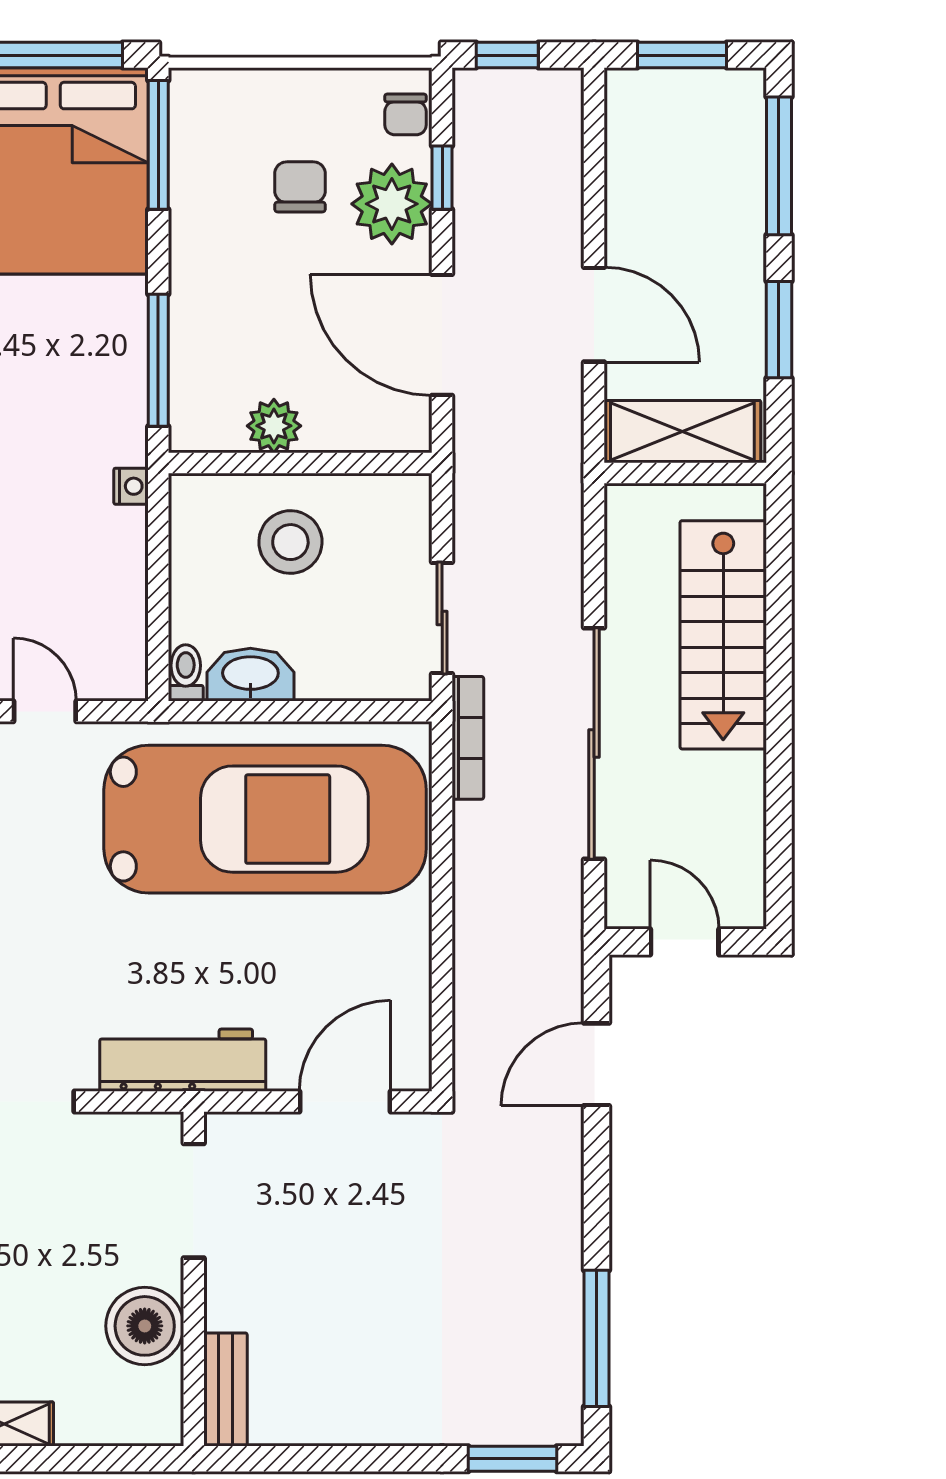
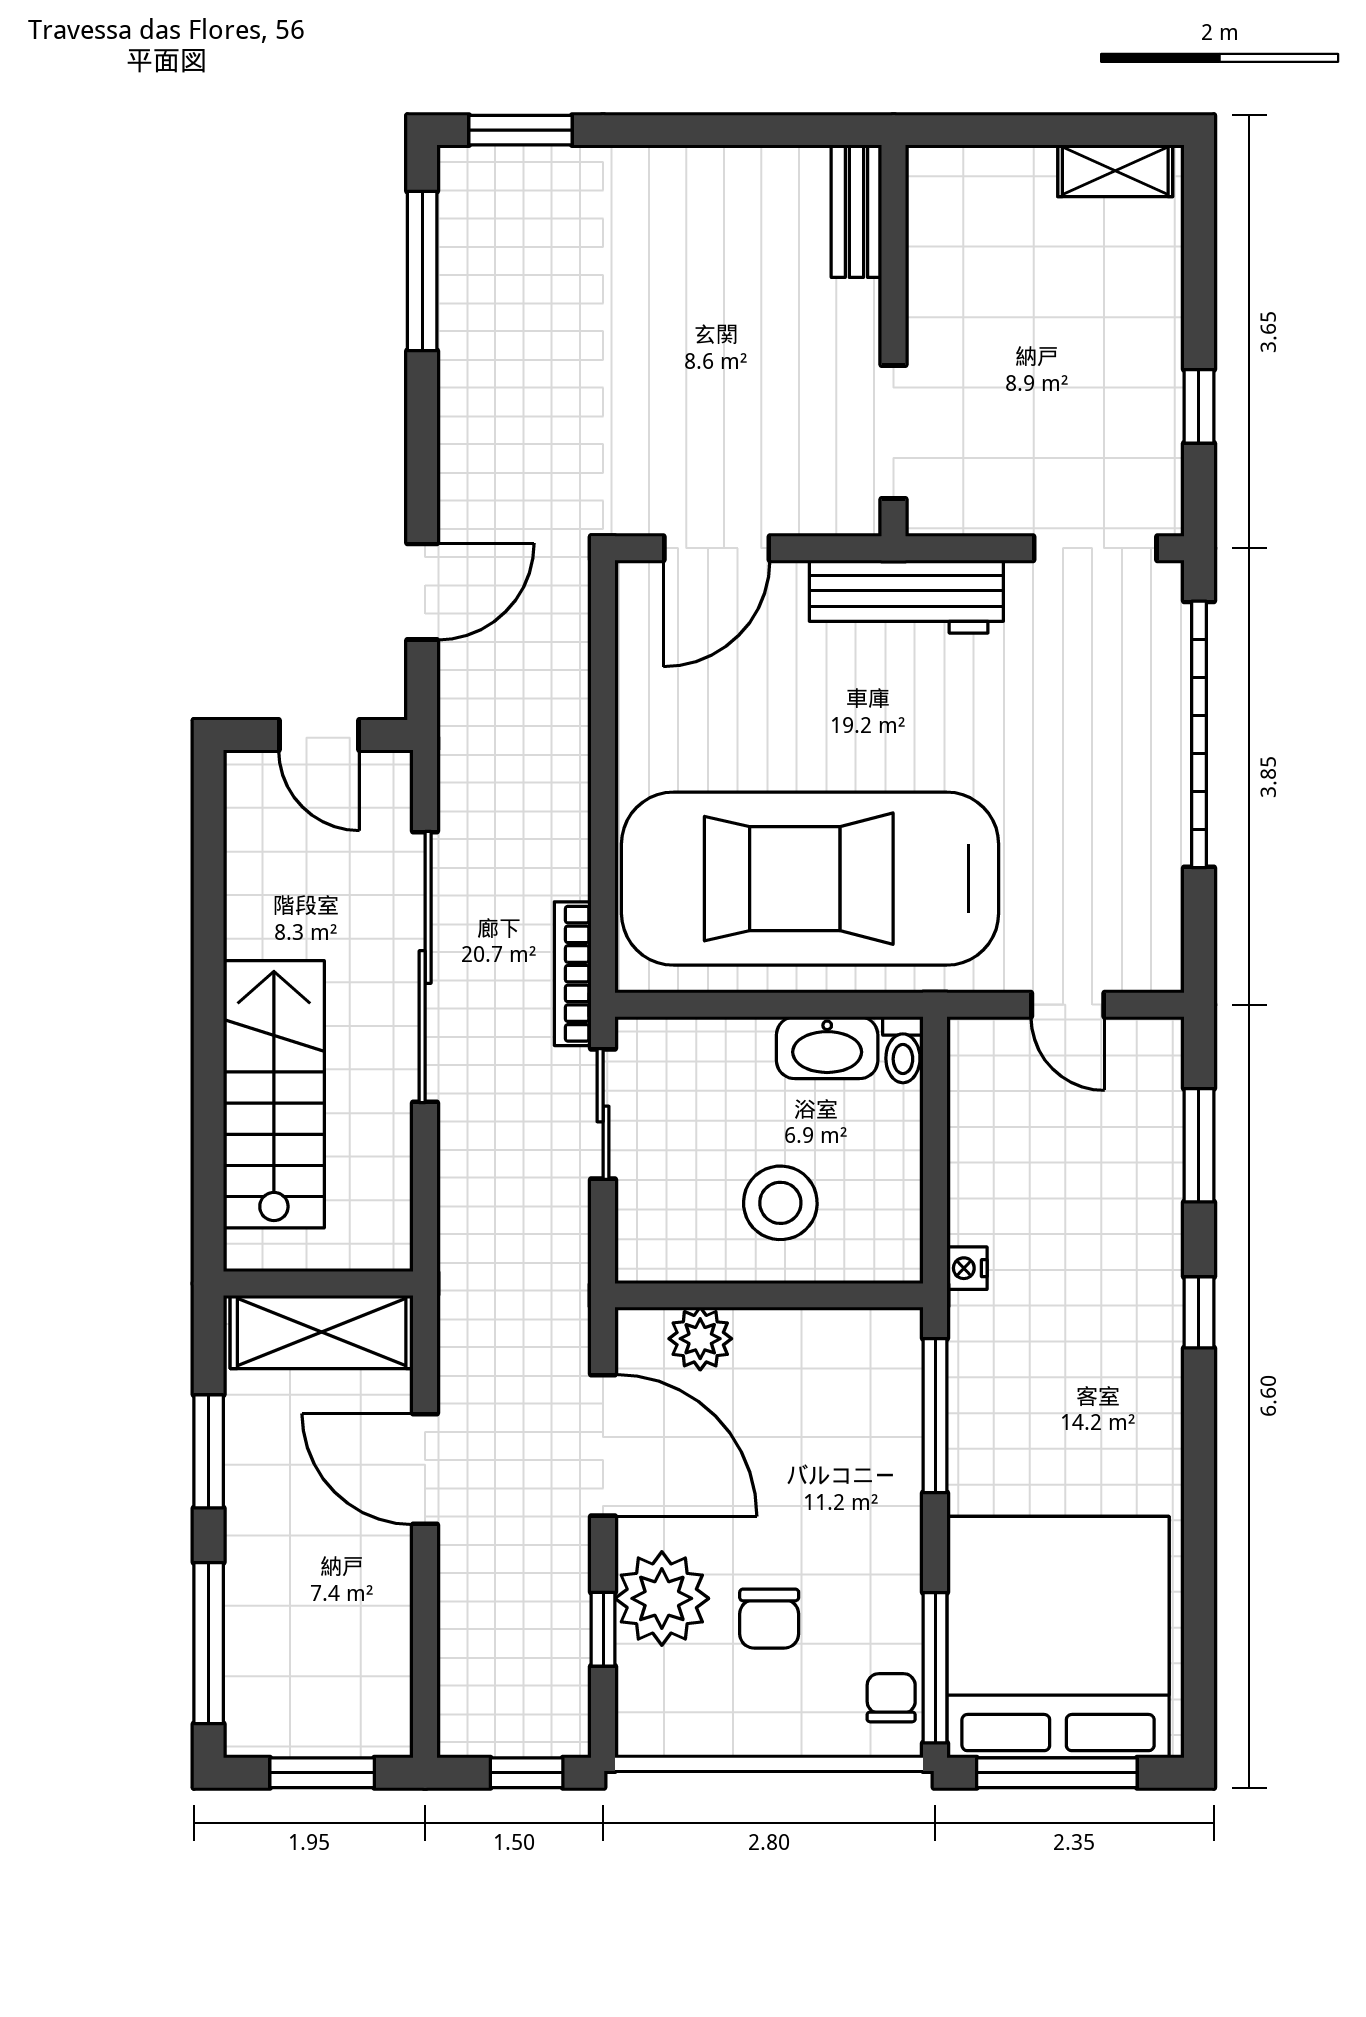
chair: (406, 114) -> (891, 1698), moved
plant: (274, 426) -> (700, 1339), moved
boiler: (145, 1326) -> (951, 285), removed

